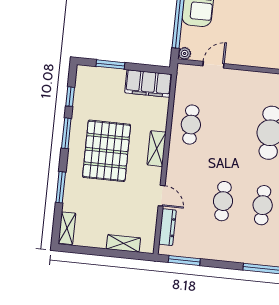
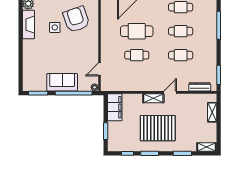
door: (213, 65) -> (100, 69), hinge flipped
cafe table: (191, 125) -> (137, 55), moved
door: (162, 196) -> (170, 92), moved

